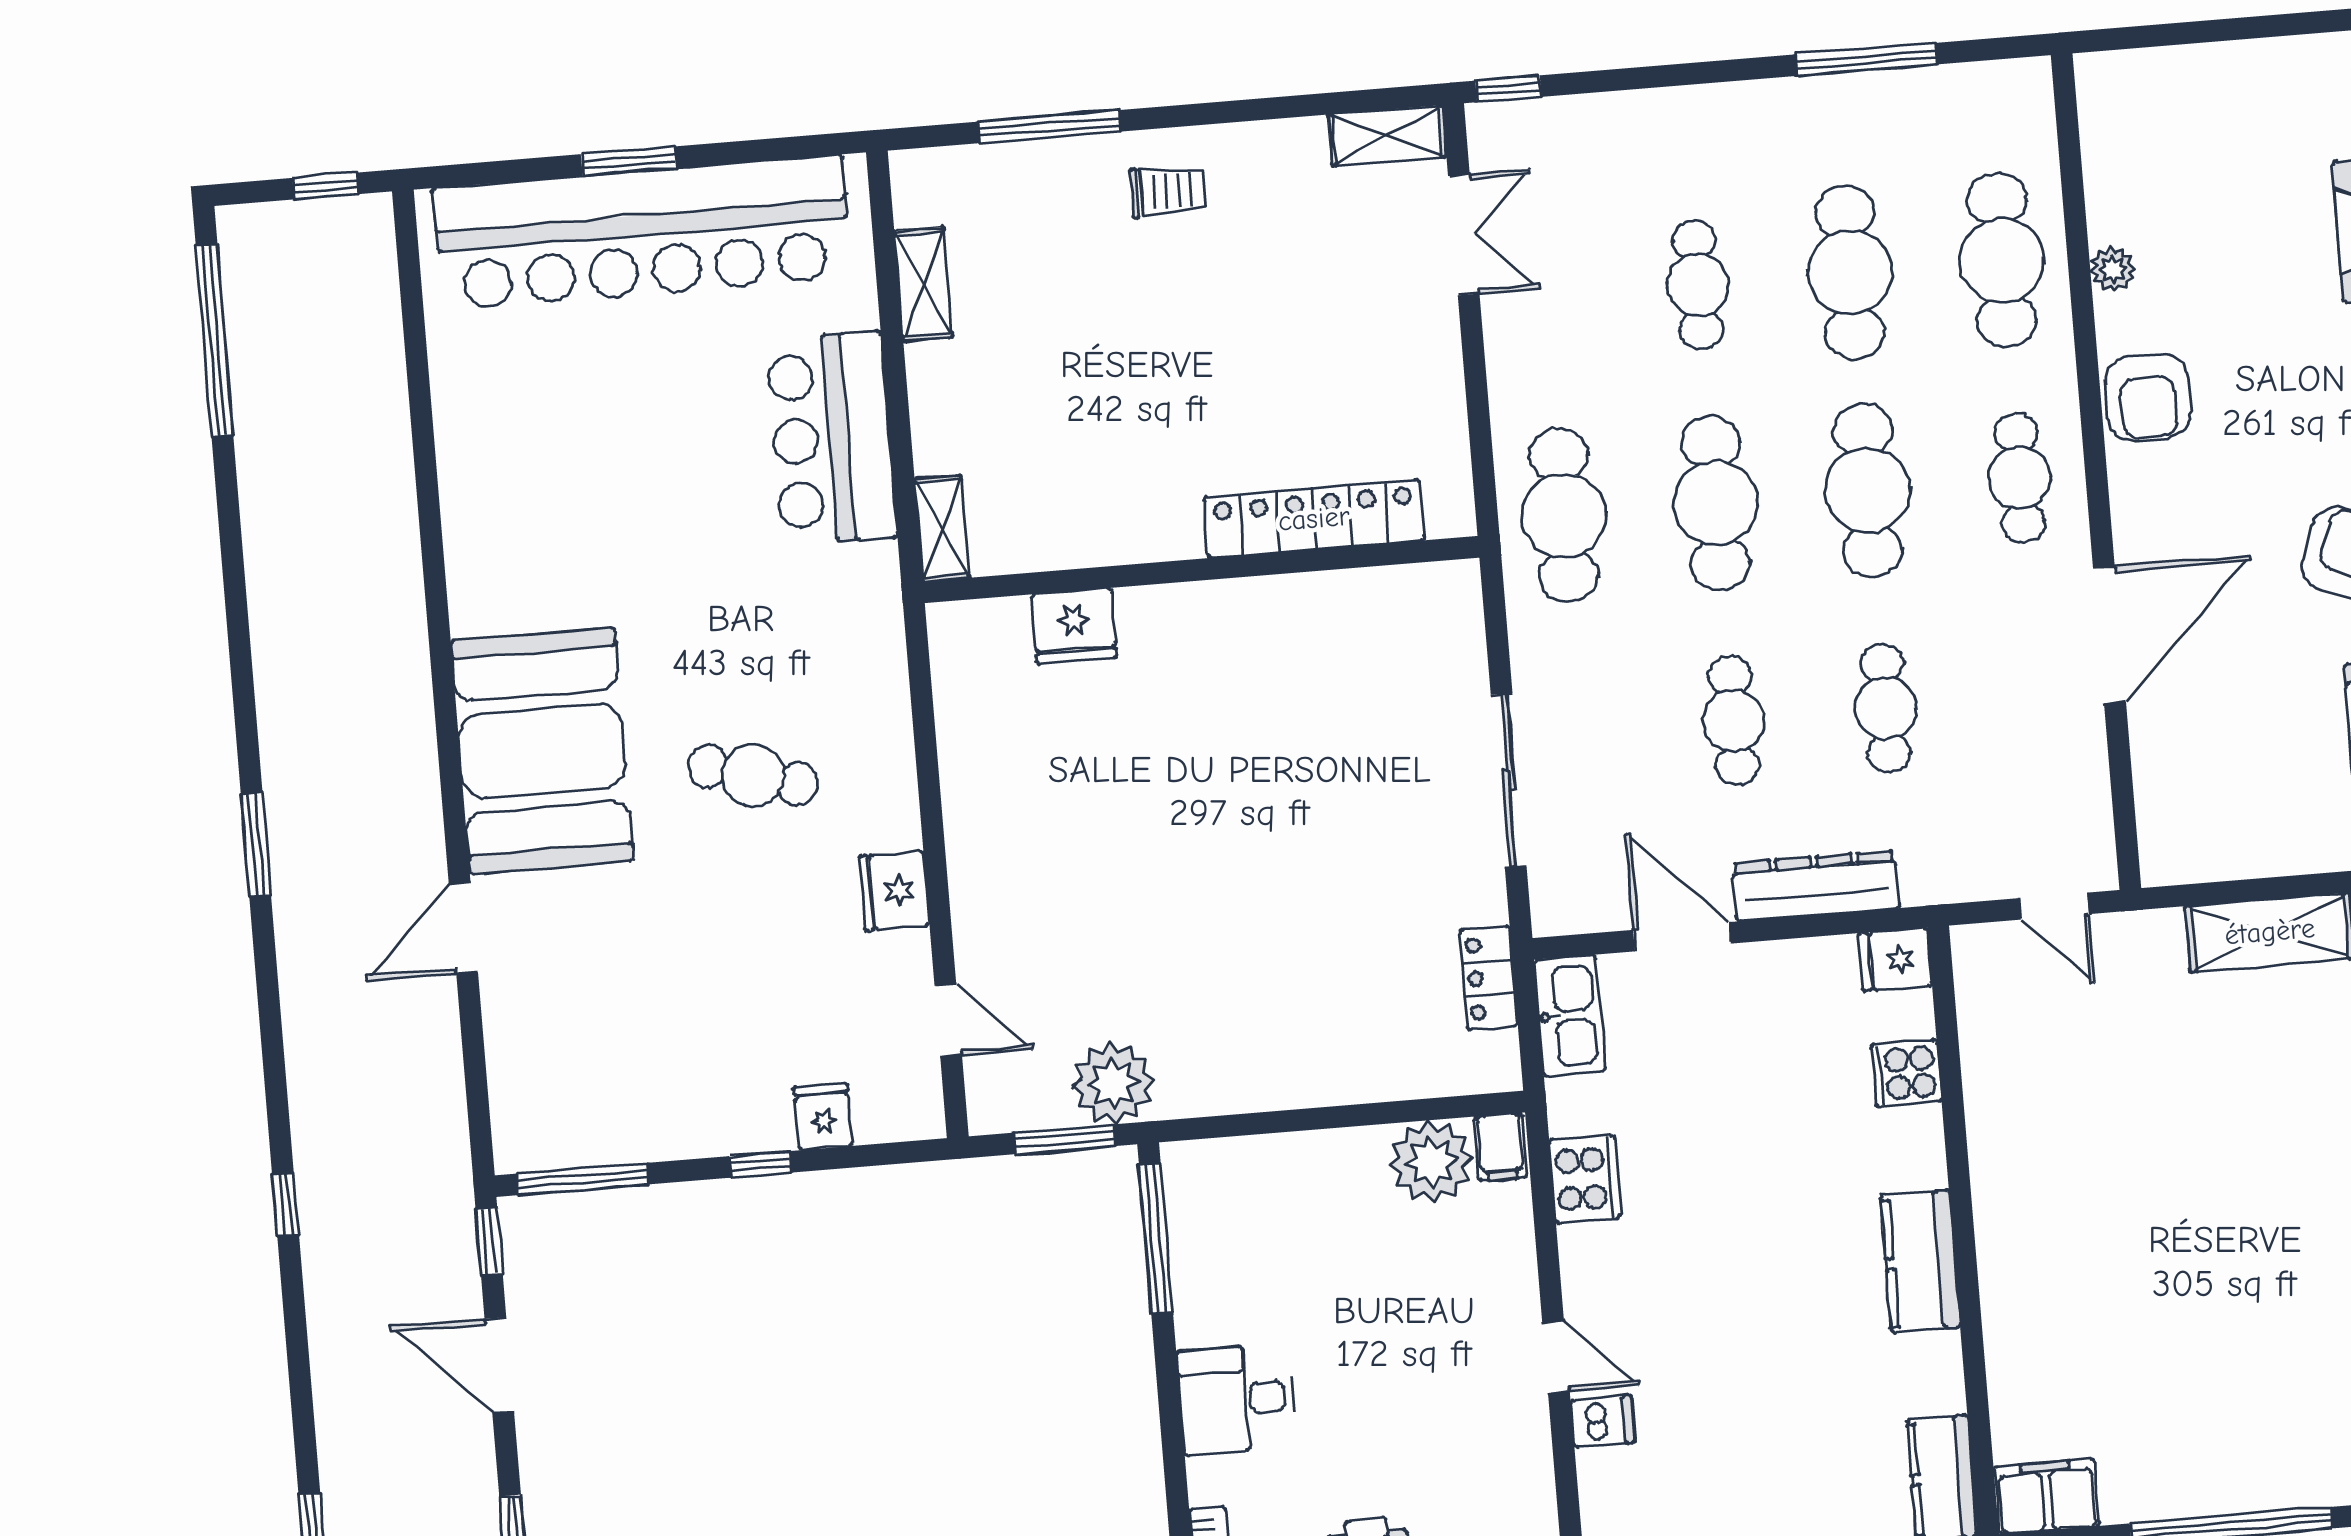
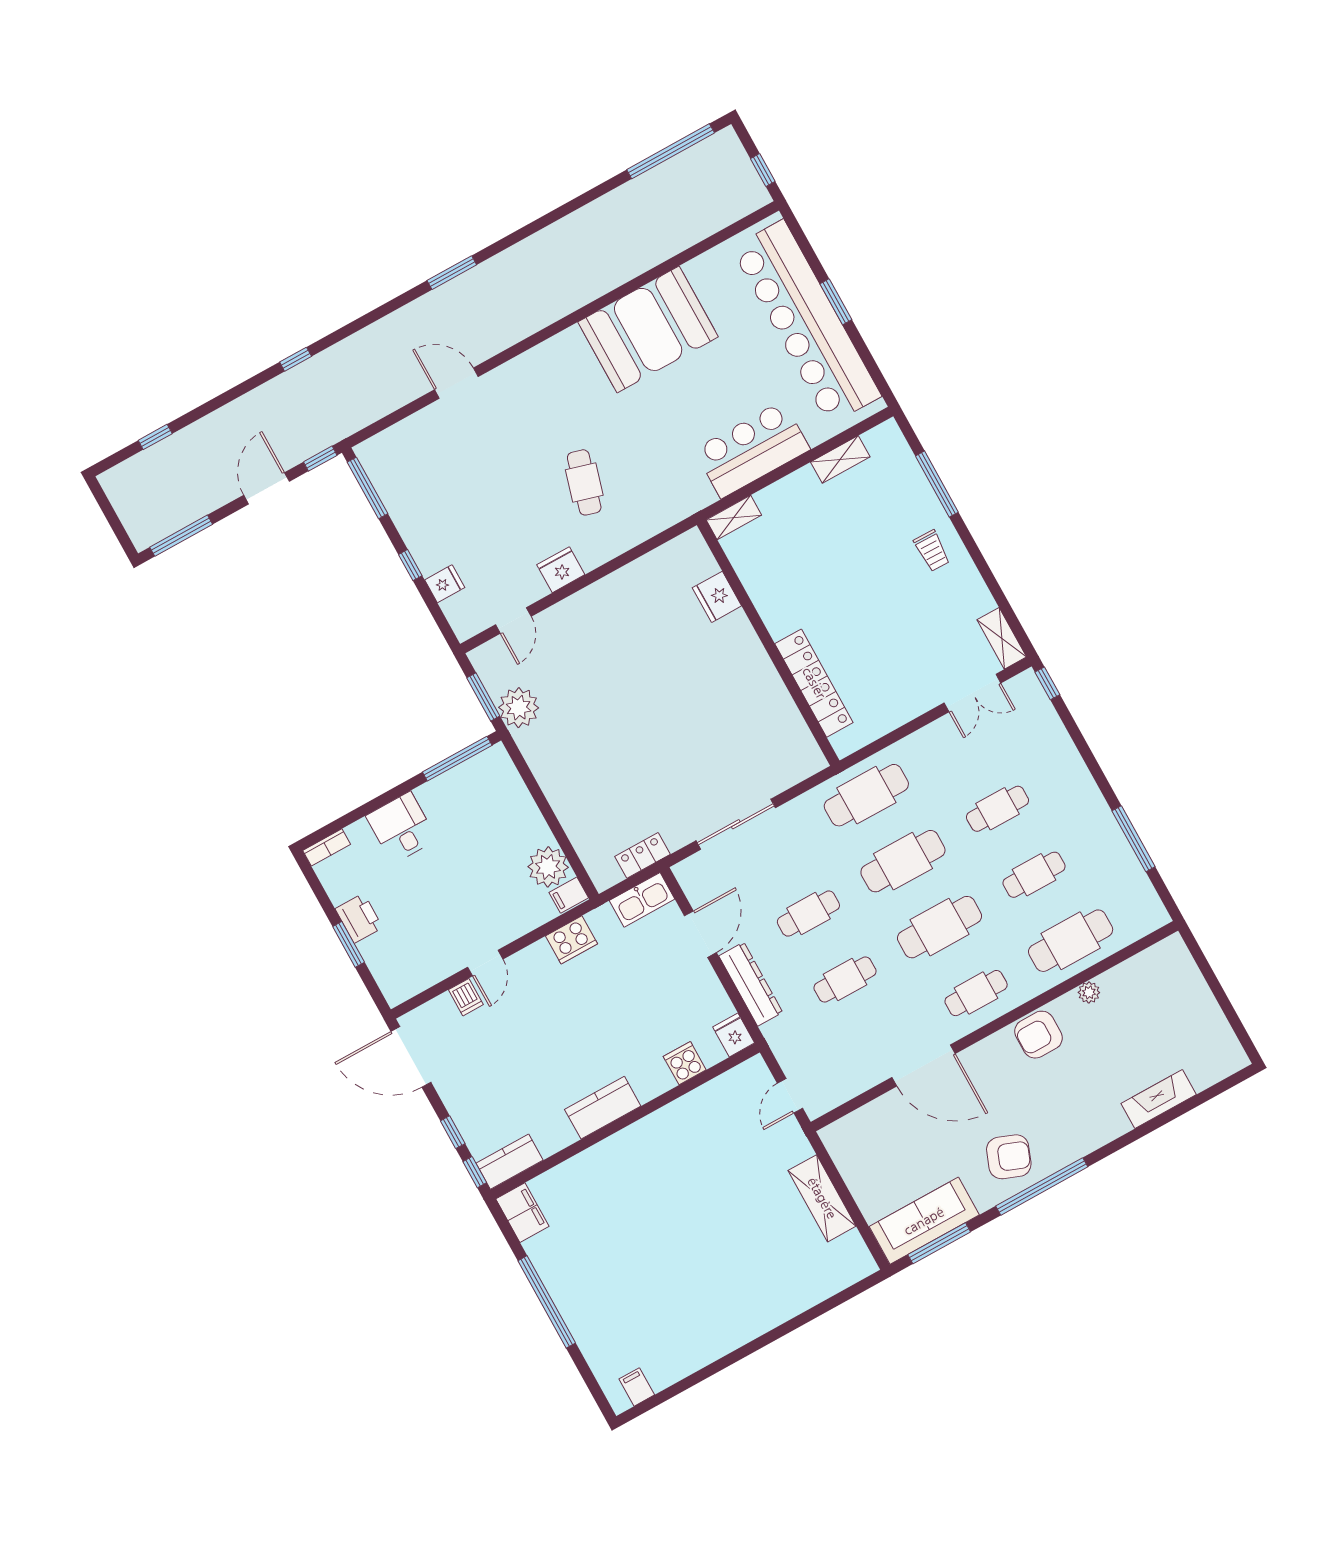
cafe table: (1850, 273) -> (1034, 875), width x0.73, depth x0.74
booth: (542, 751) -> (648, 329), moved

